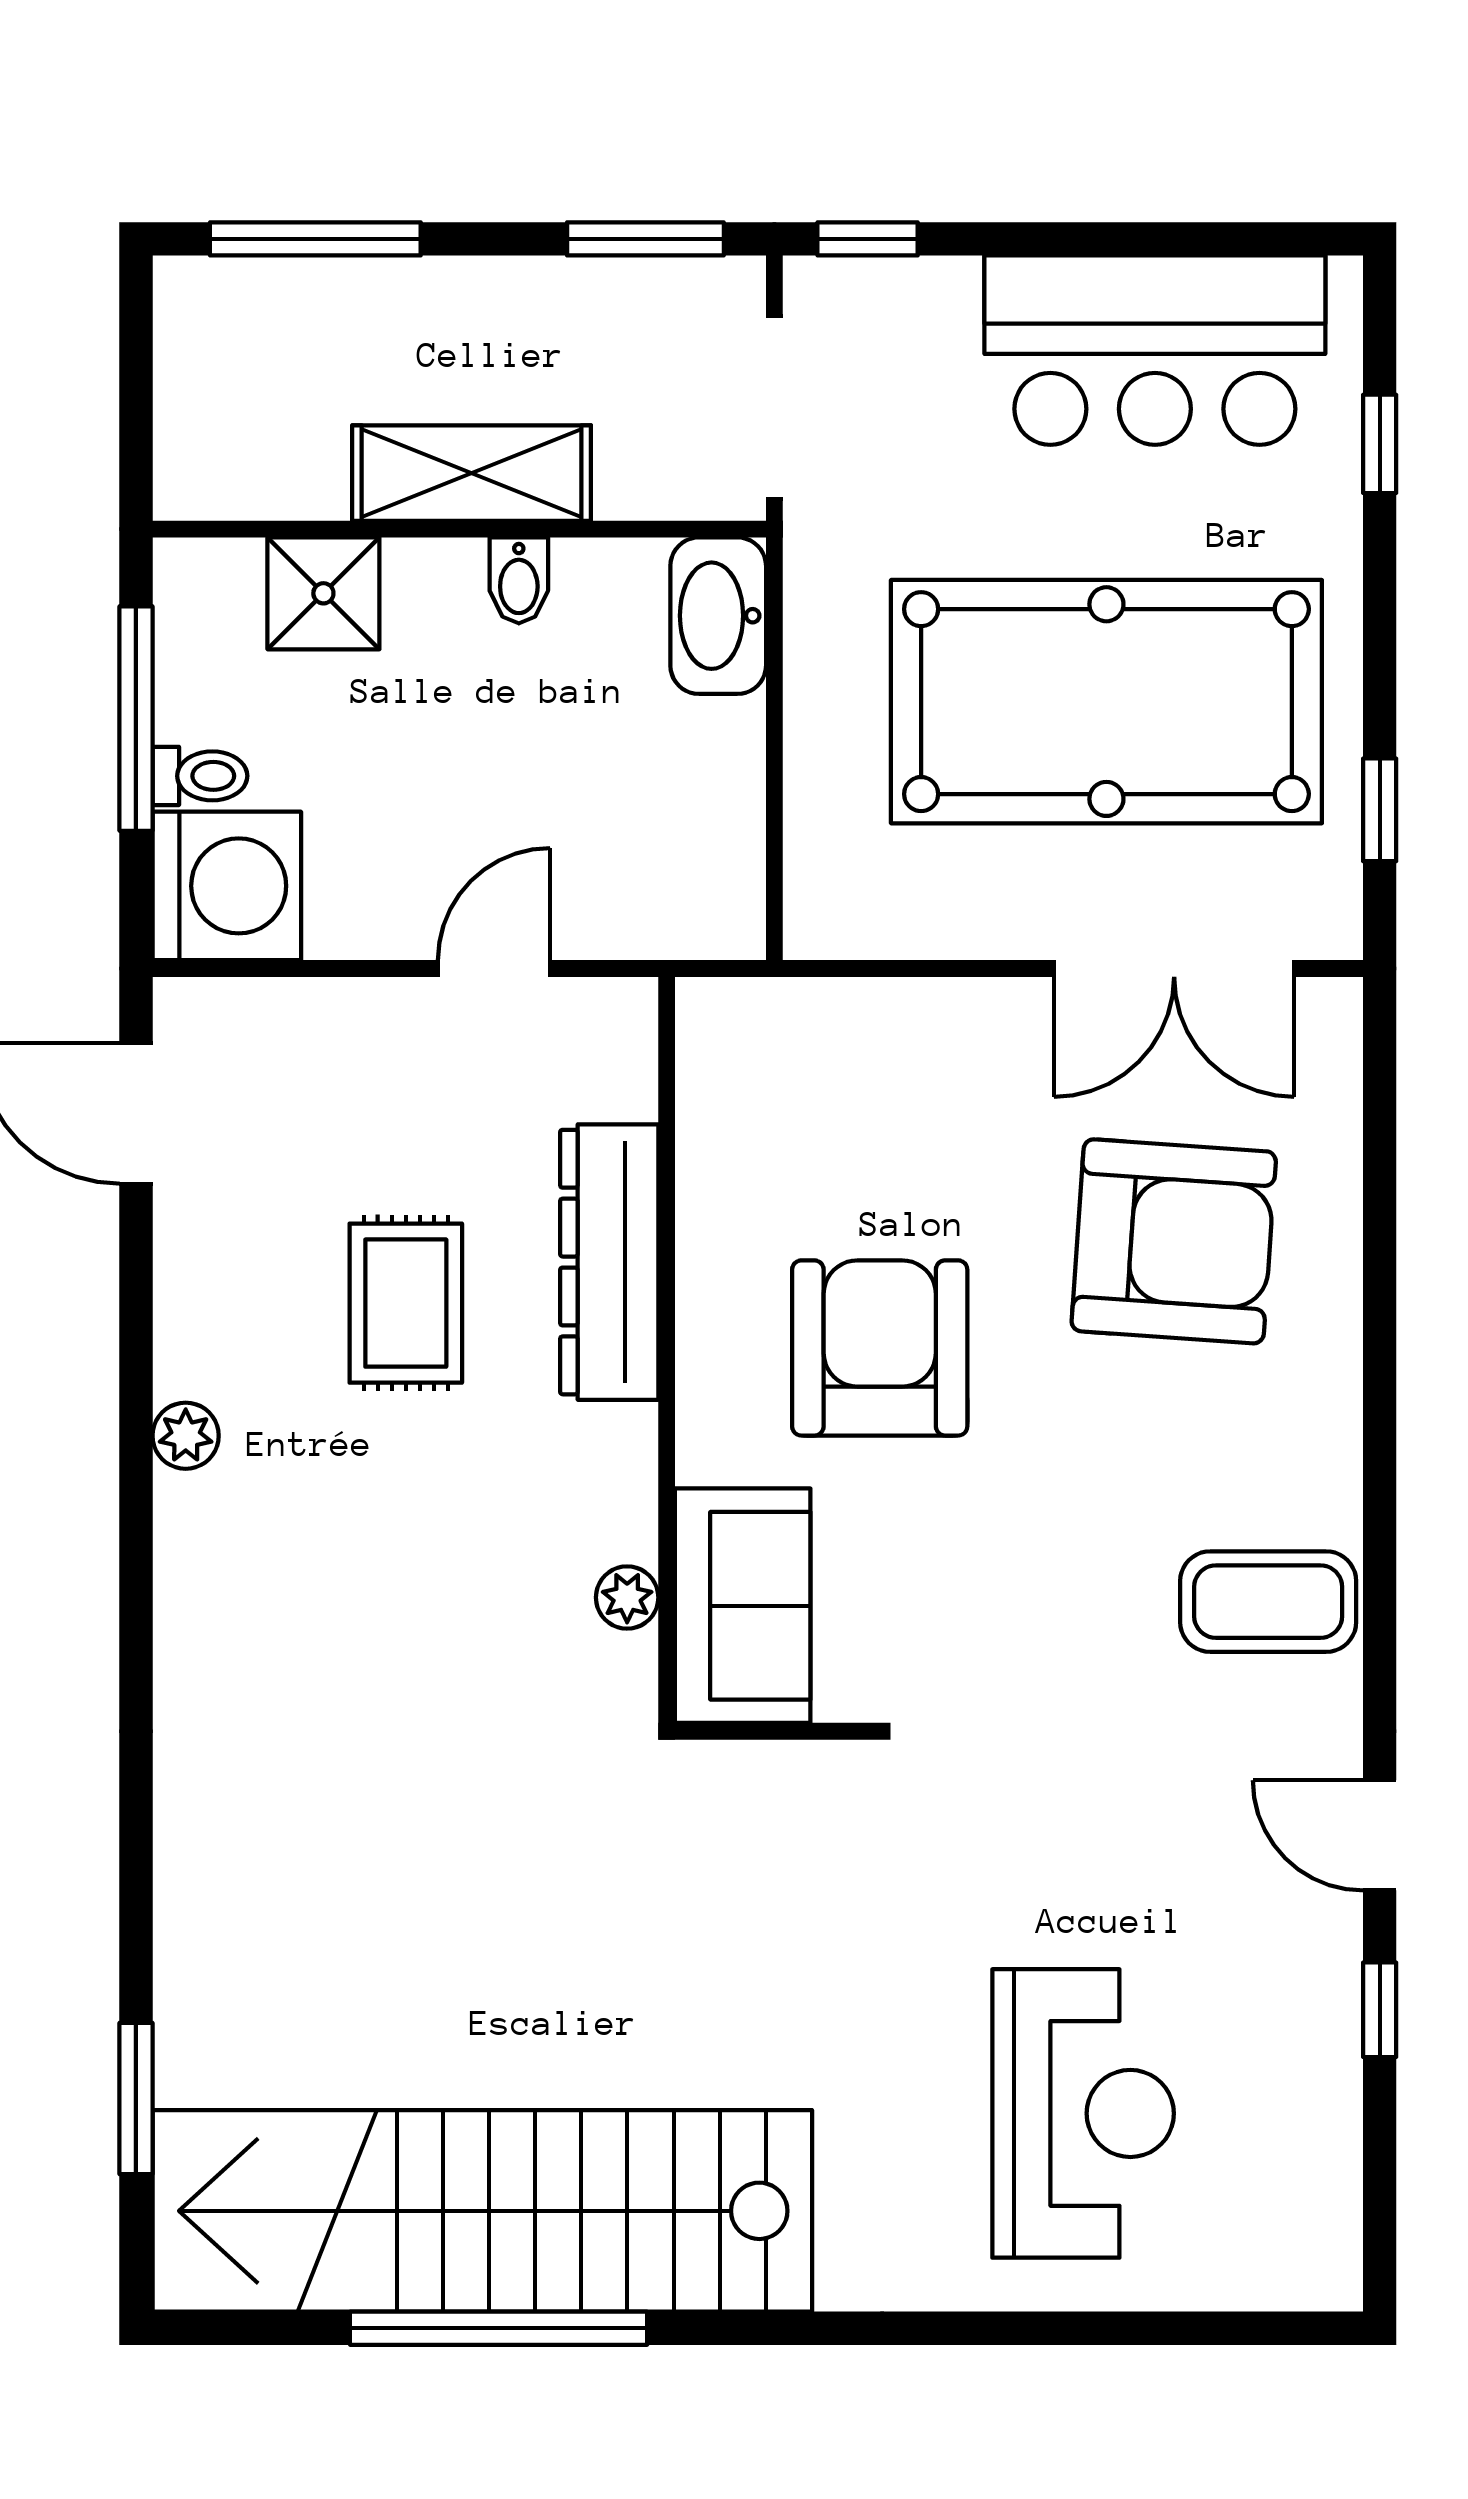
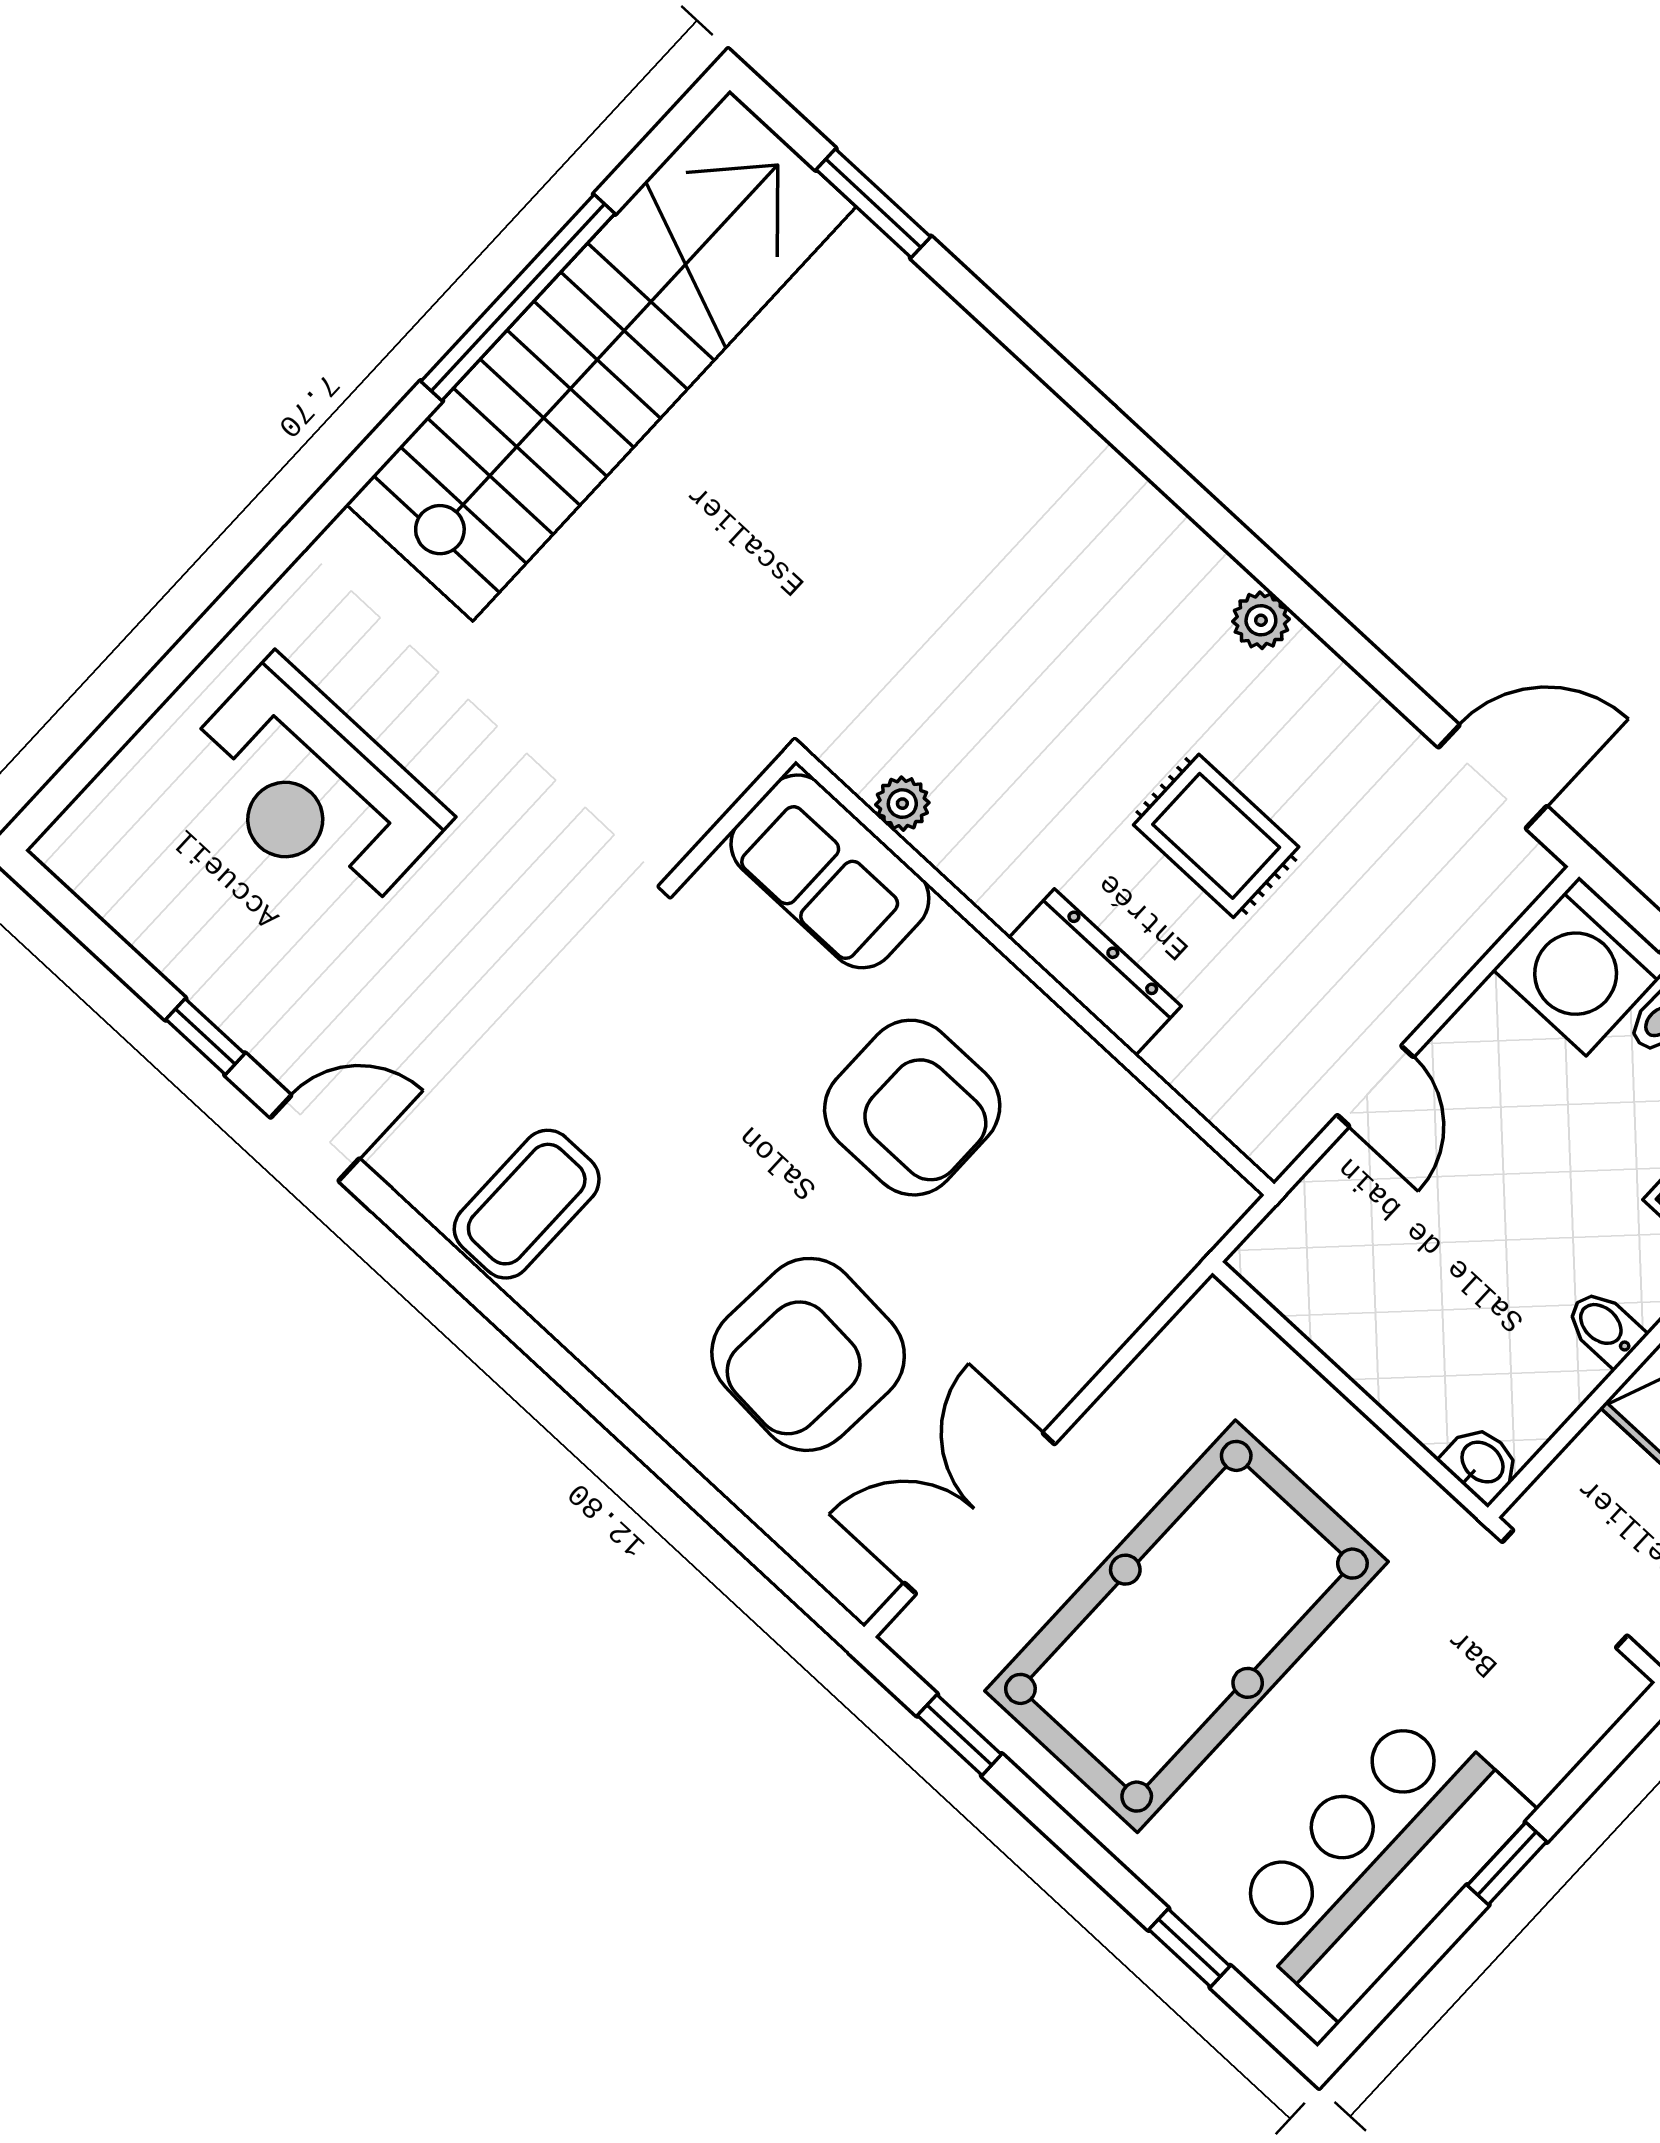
window: (868, 239) -> (1507, 1863), moved
washbasin: (718, 616) -> (1481, 1463), width x0.52, depth x0.69
dresser: (609, 1262) -> (1095, 972), width x0.73, depth x0.80

